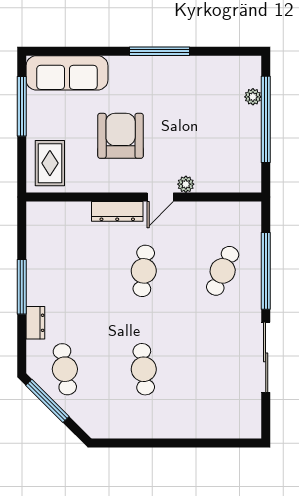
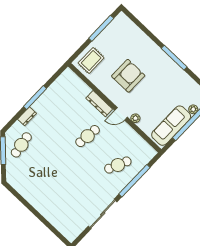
sofa: (67, 73) -> (171, 126), moved, turned 90
cafe table: (144, 369) -> (52, 174), removed

